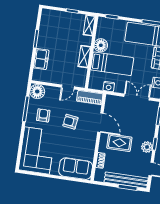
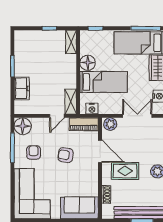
shelving: (84, 57) -> (71, 102), moved
nightstand: (109, 87) -> (92, 109), moved
plant: (113, 101) -> (110, 124), added

